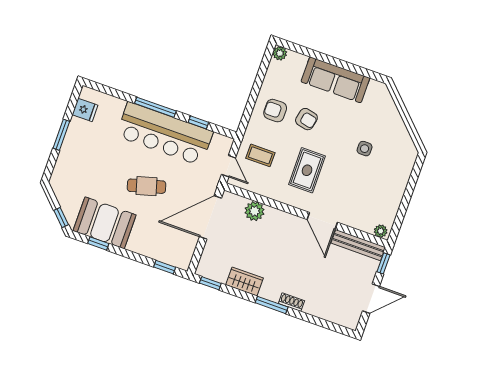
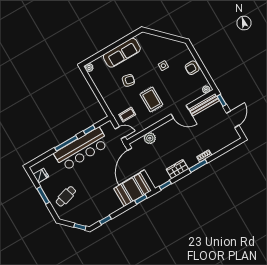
armchair: (275, 111) -> (192, 68), moved
cafe table: (146, 186) -> (66, 196), moved
booth: (105, 223) -> (133, 190), moved

